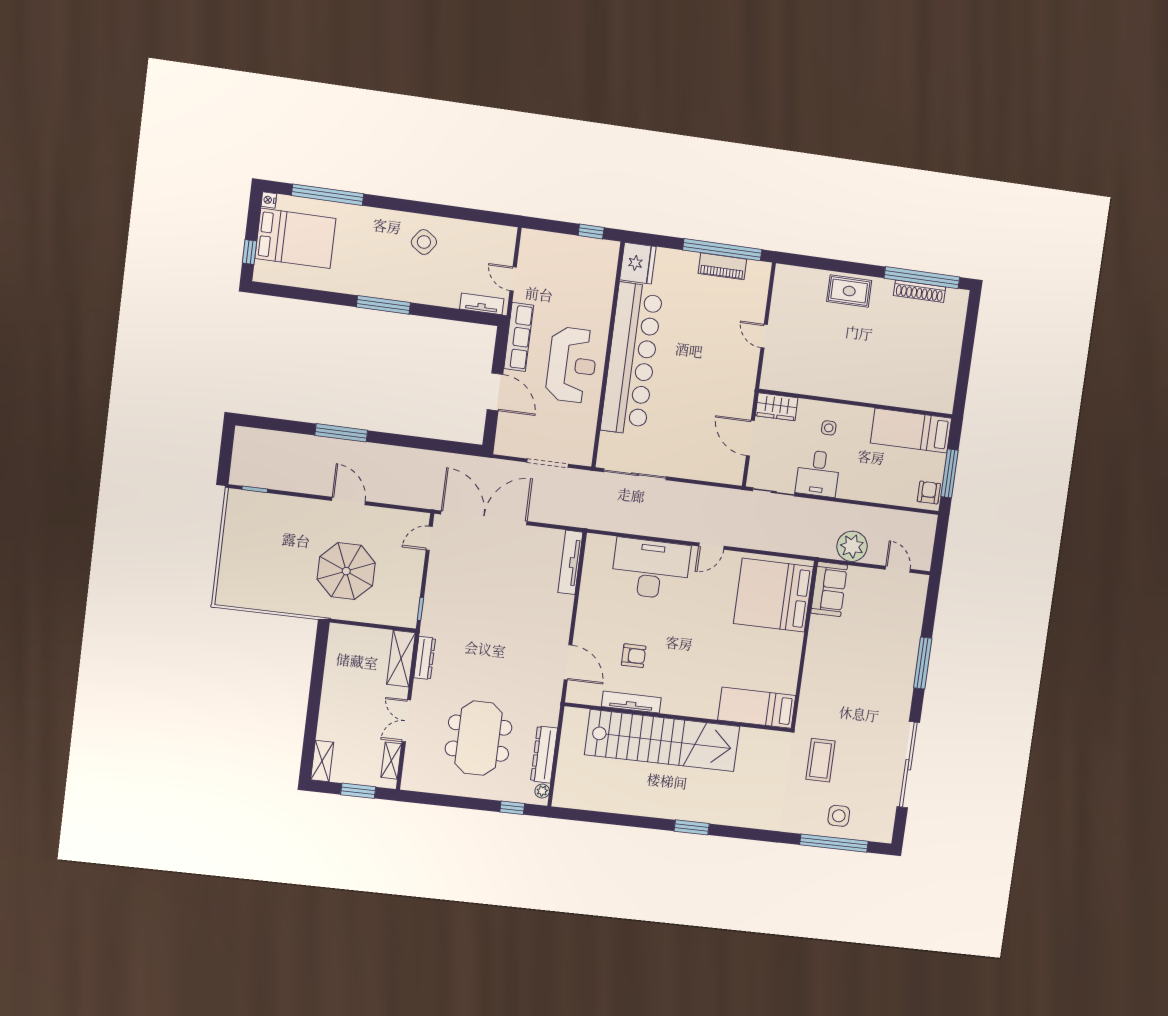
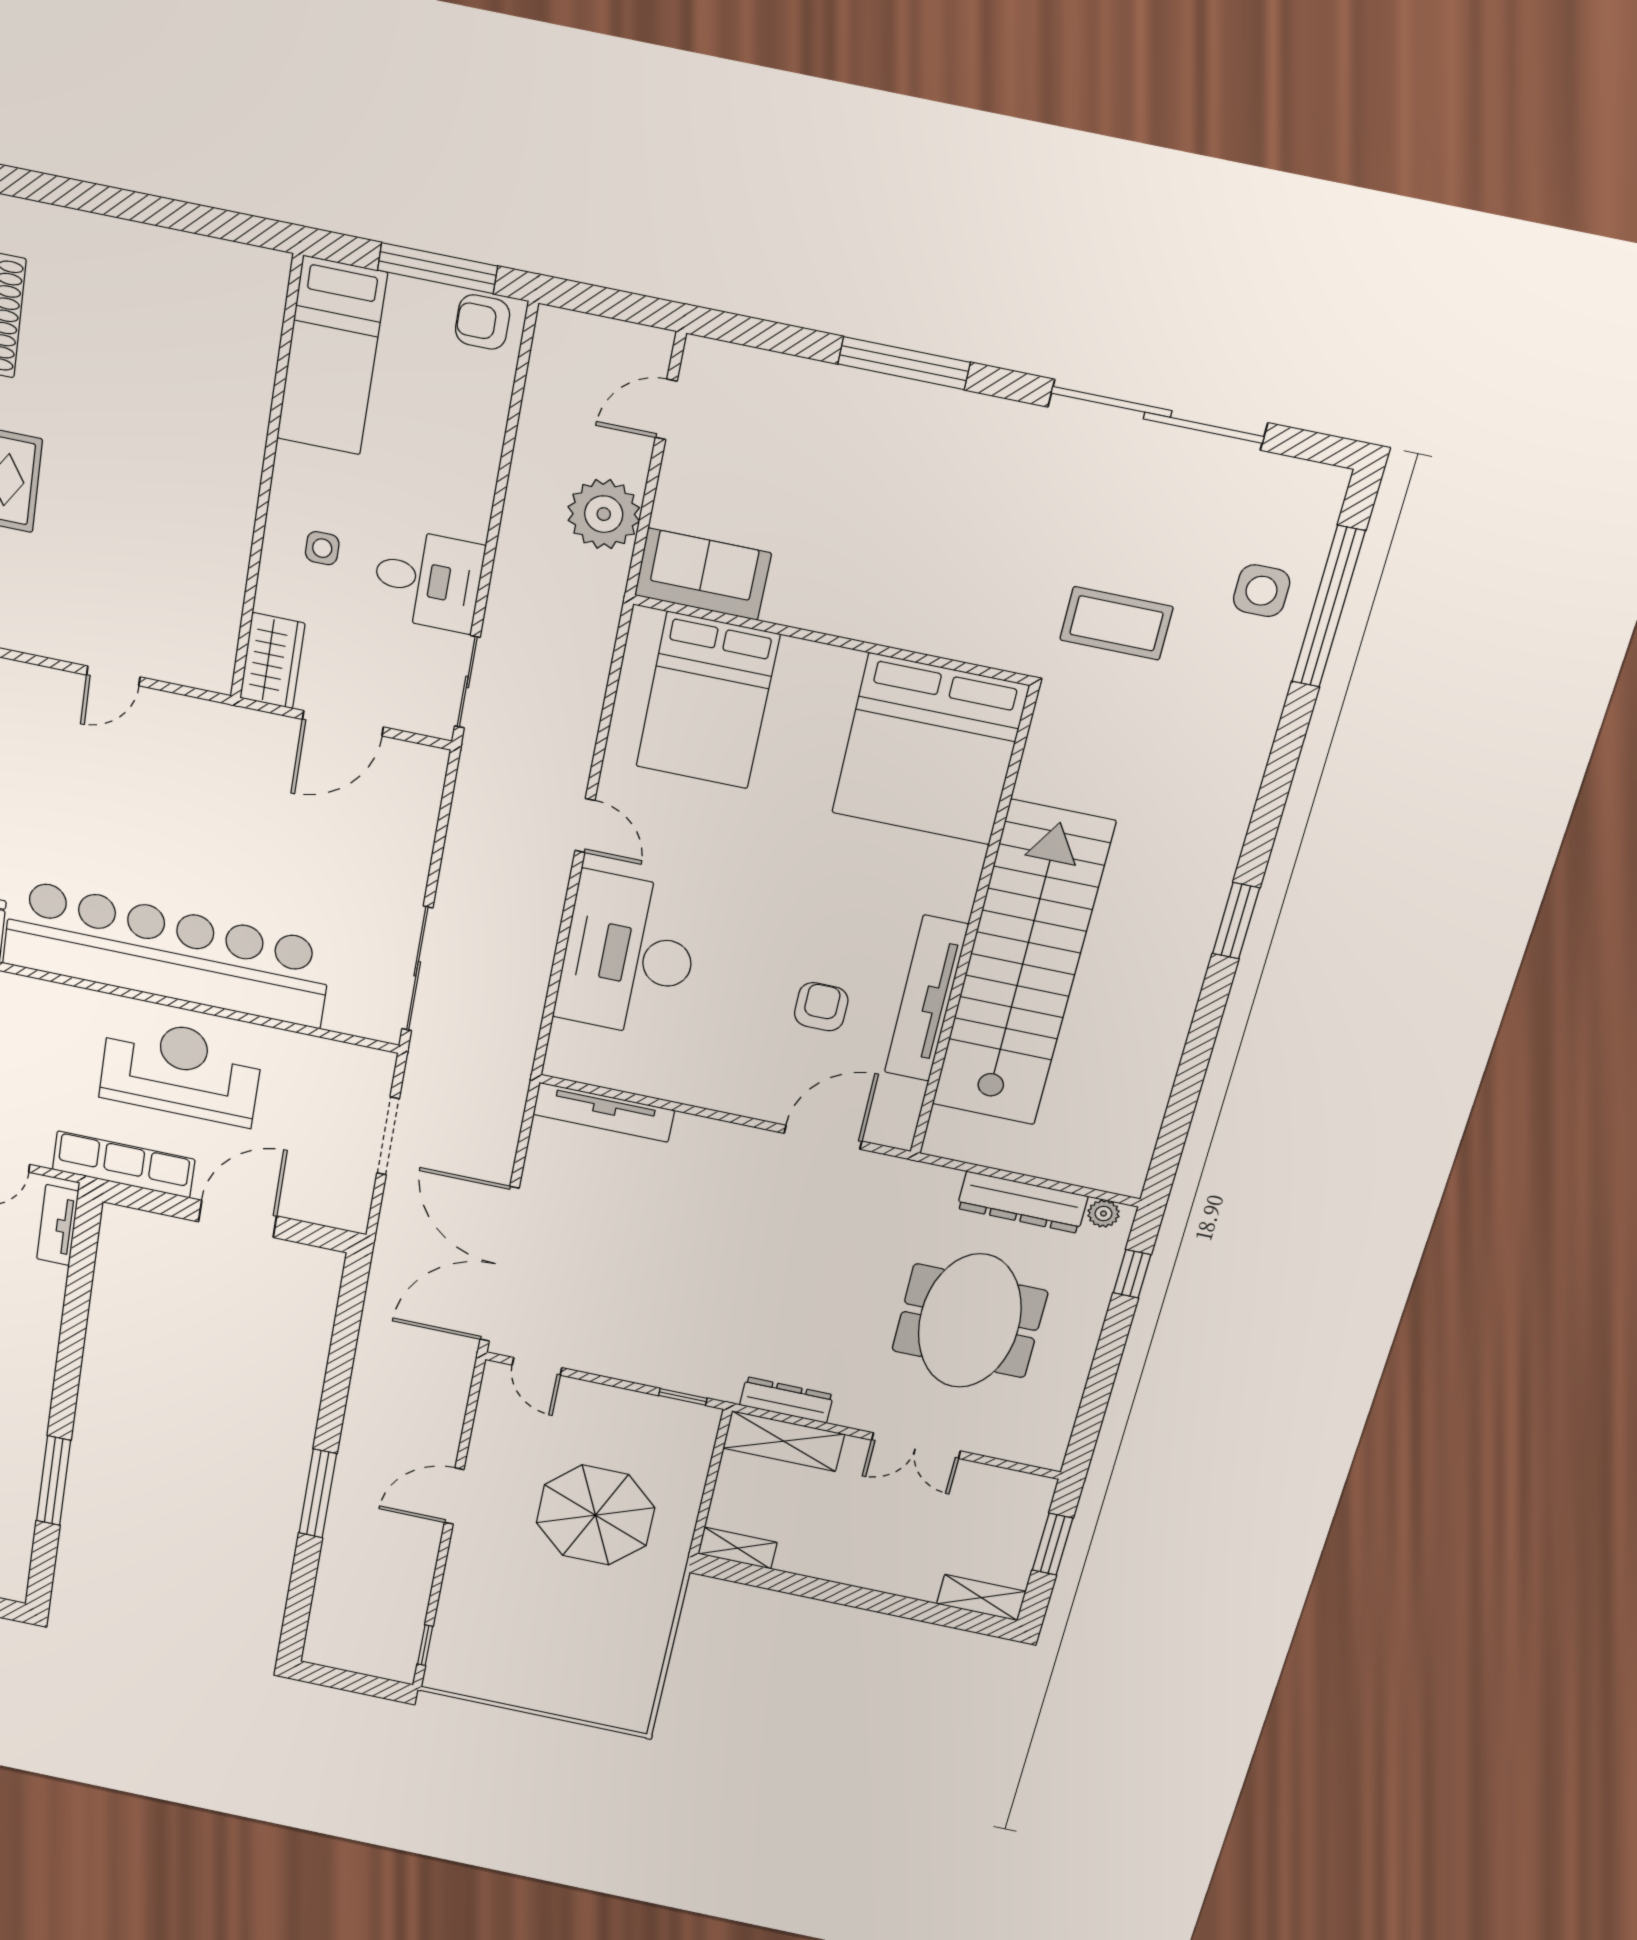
window: (383, 305) -> (54, 1481), moved
bed: (773, 595) -> (708, 701), width x0.73
tv unit: (631, 702) -> (926, 999), width x1.36, depth x1.29
bed: (757, 708) -> (930, 749), width x2.04
meeting table: (479, 738) -> (970, 1321), turned 90
shelving: (391, 761) -> (737, 1548), moved

